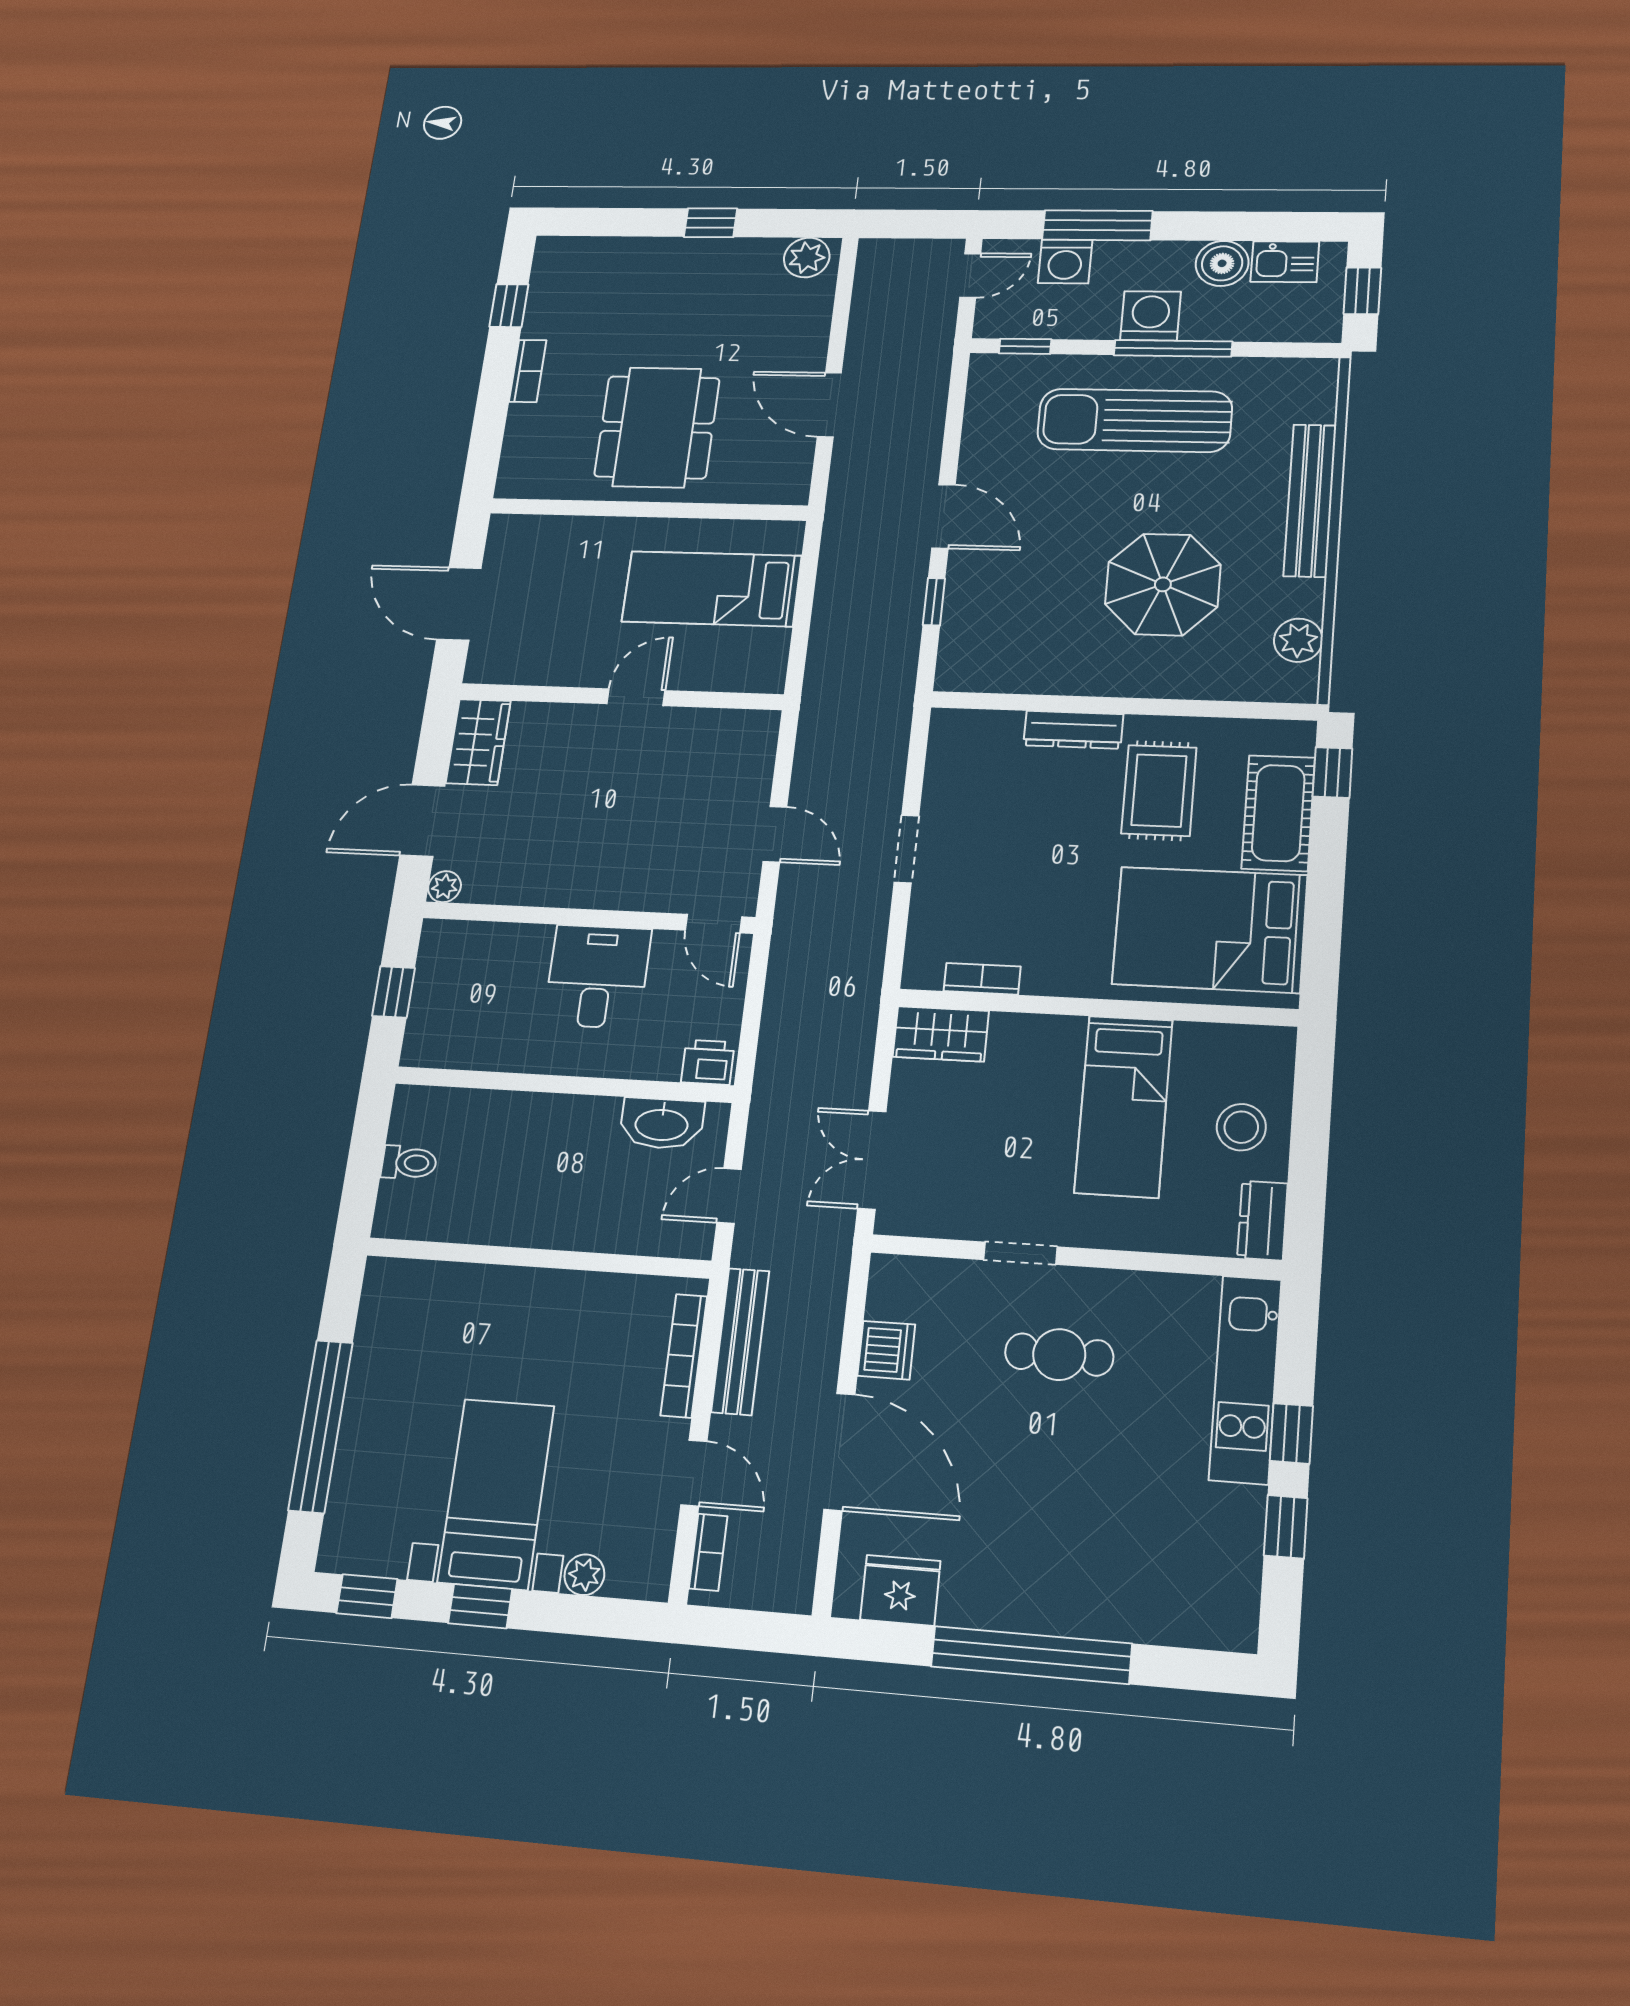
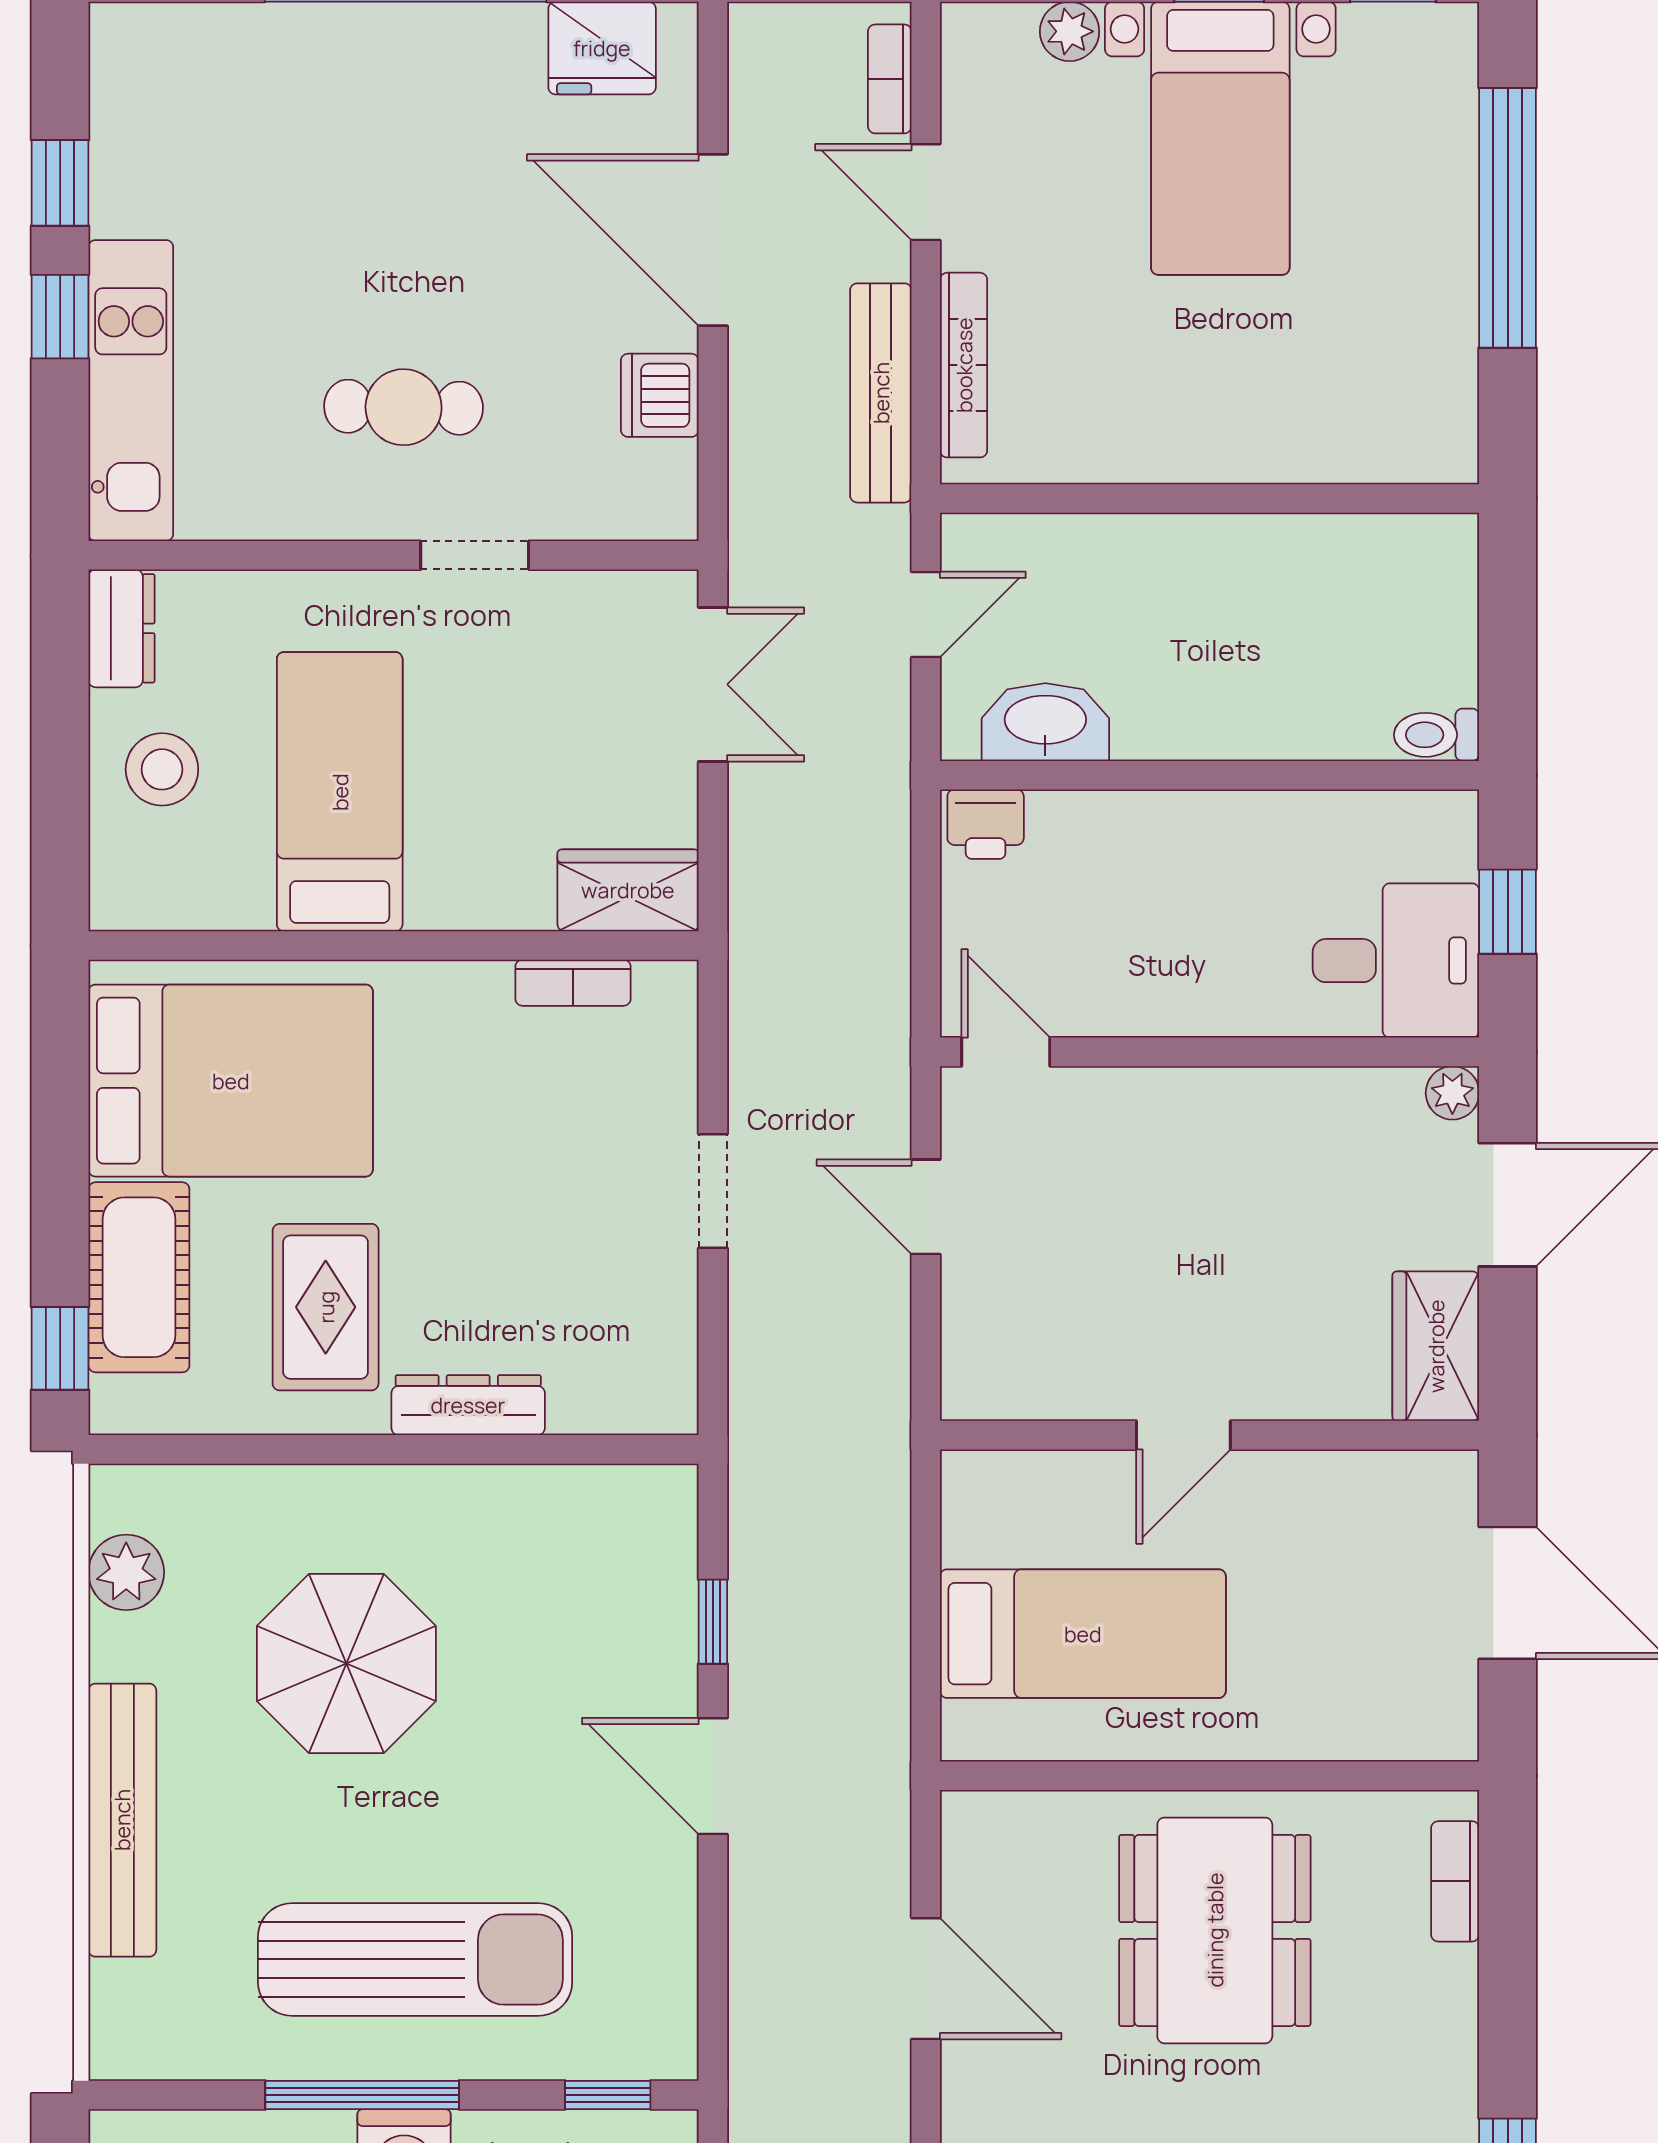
bookcase: (528, 371) -> (1455, 1881), moved
desk: (597, 977) -> (1396, 961), moved, turned -90
toilet: (409, 1163) -> (1437, 735), moved

